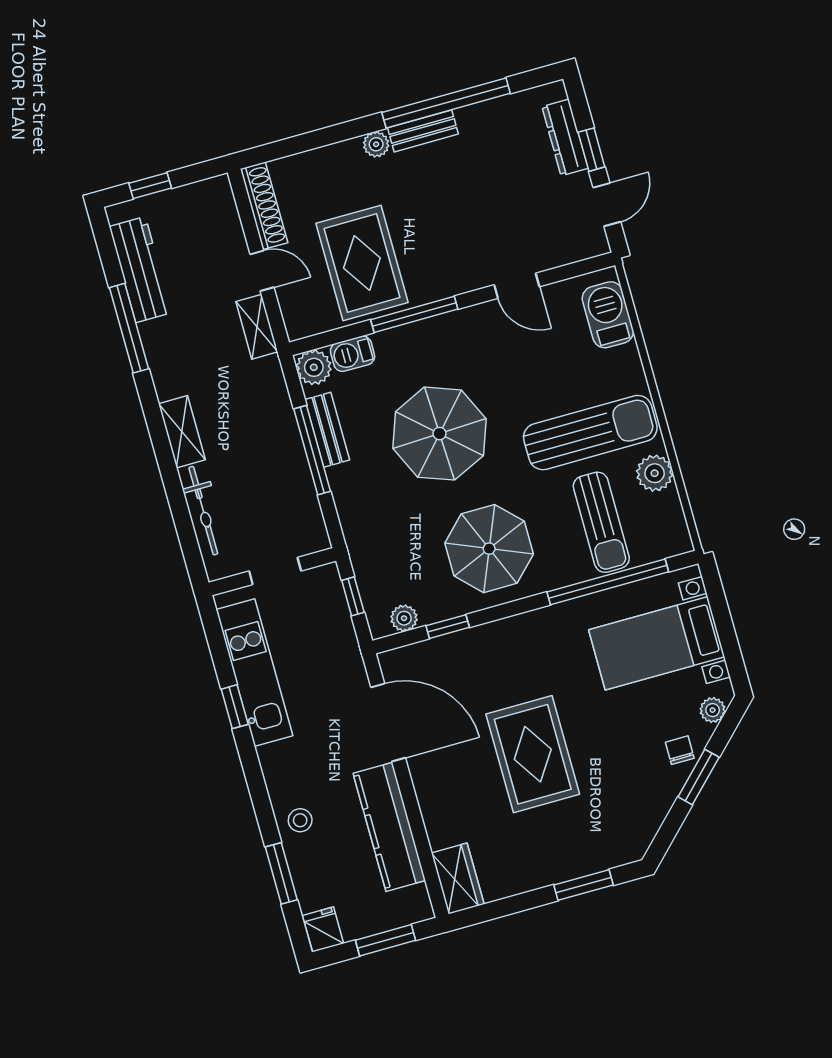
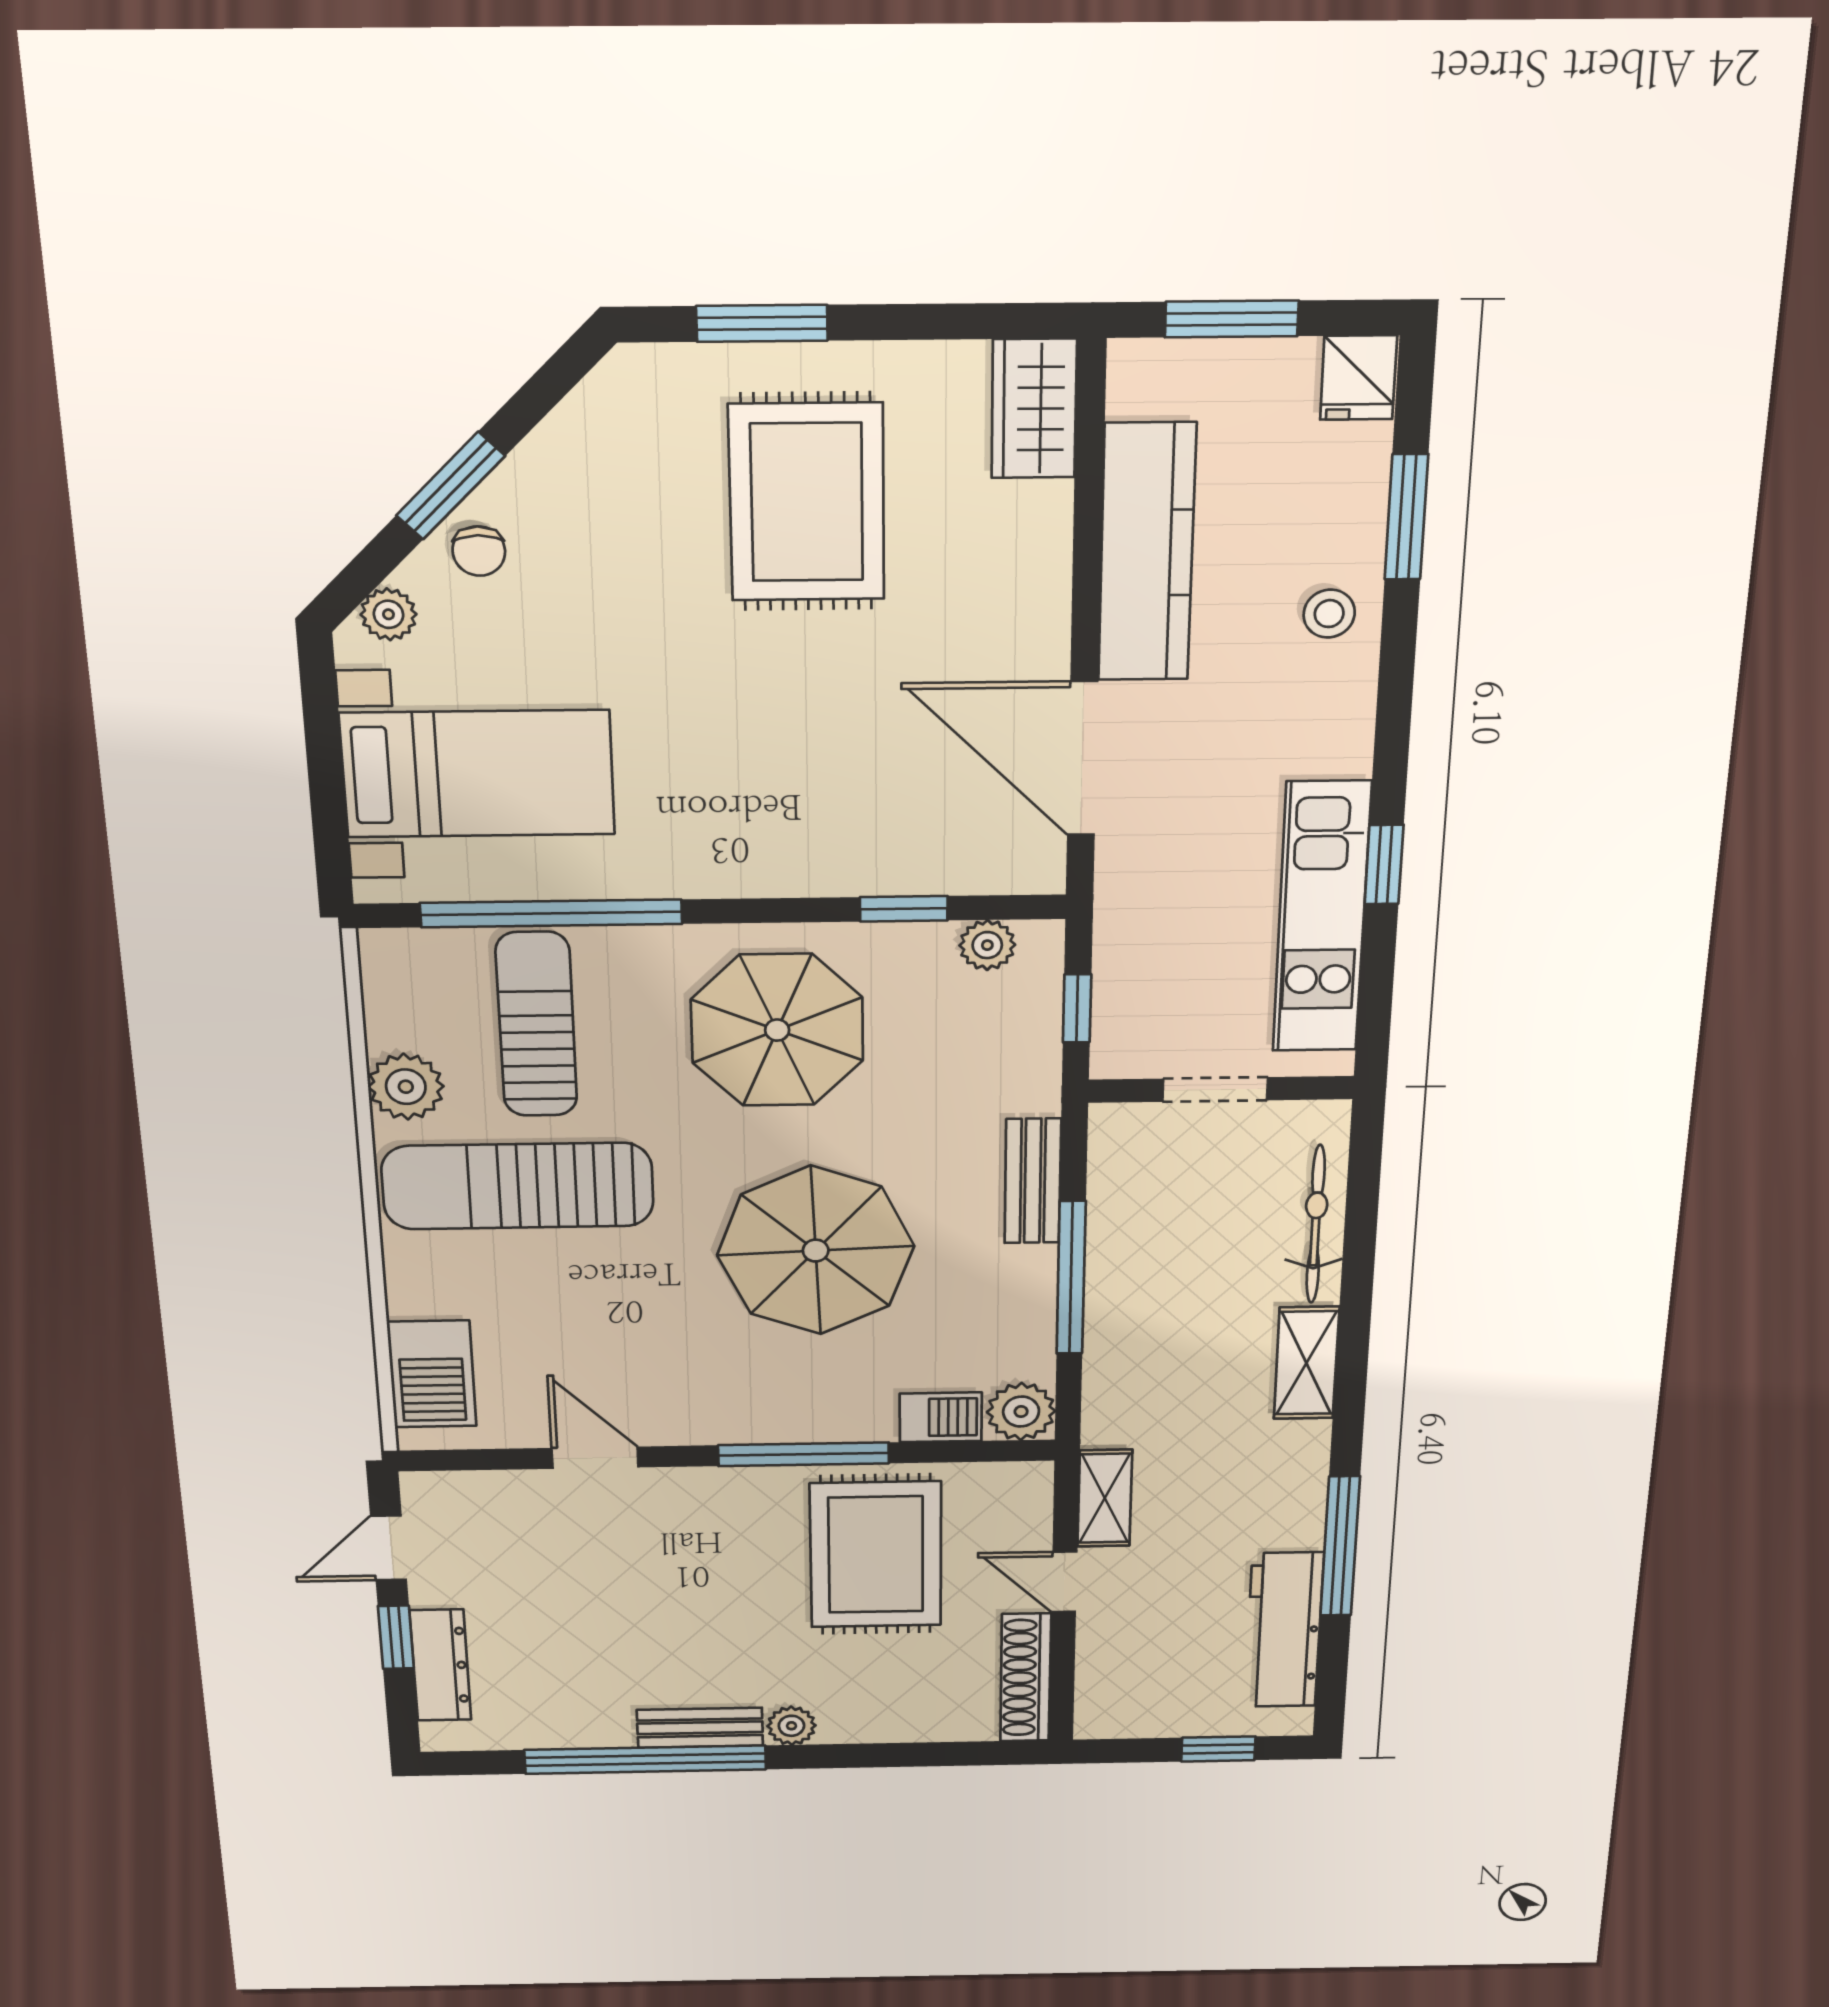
bench: (327, 430) -> (1033, 1181), moved
rug: (533, 754) -> (807, 502), moved

